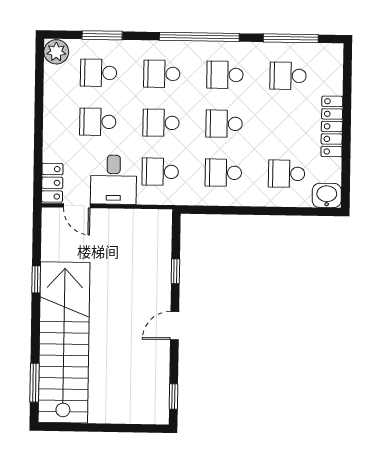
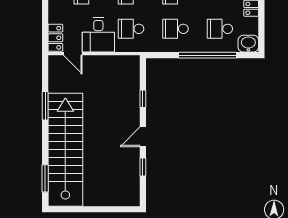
window: (268, 211) -> (207, 55), added
window: (36, 279) -> (45, 106), width x1.50
window: (173, 396) -> (143, 167), moved

